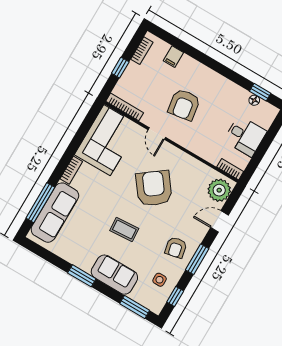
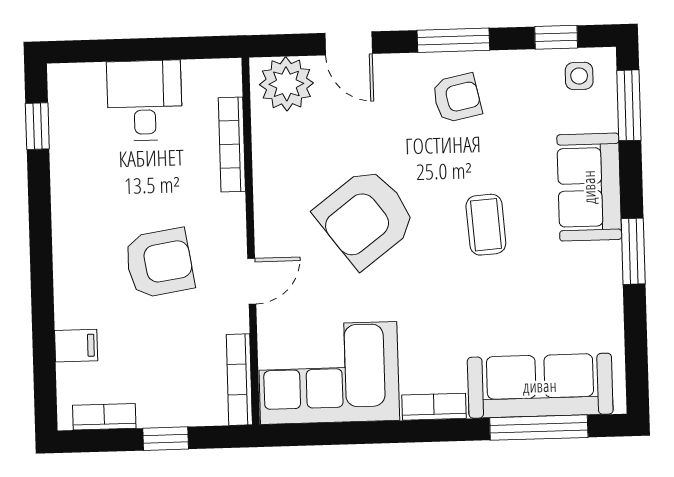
floor lamp: (254, 100) -> (61, 128), removed
bookcase: (230, 169) -> (232, 144), moved, width x1.56
side table: (160, 280) -> (579, 76), moved

